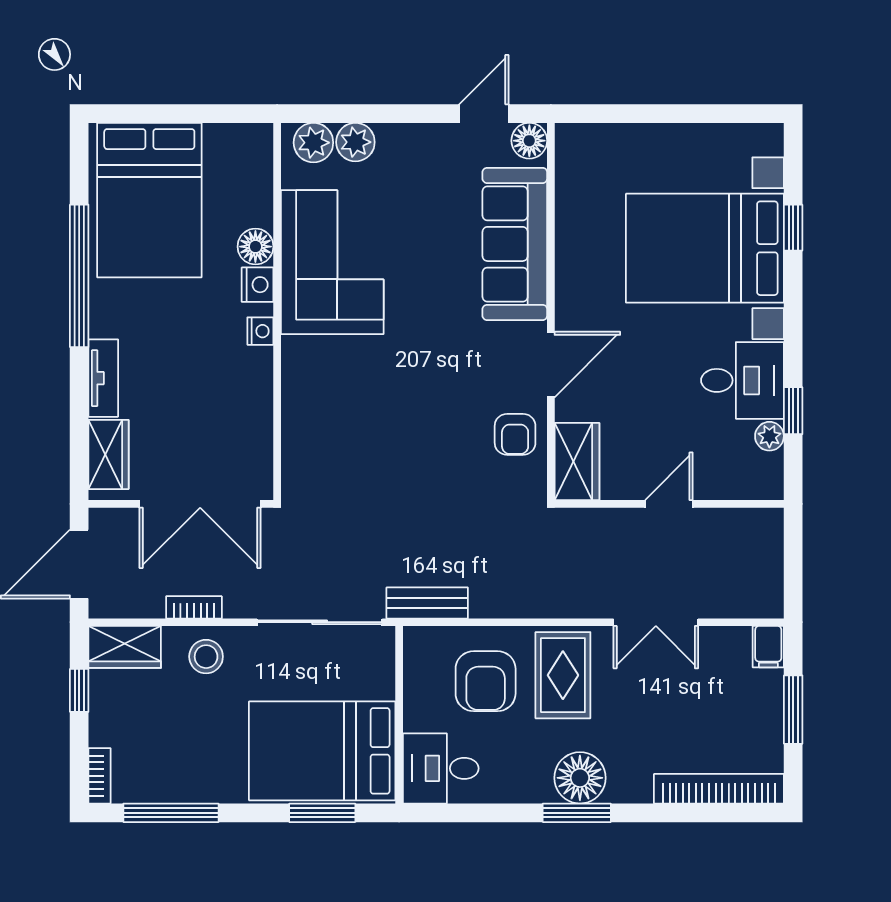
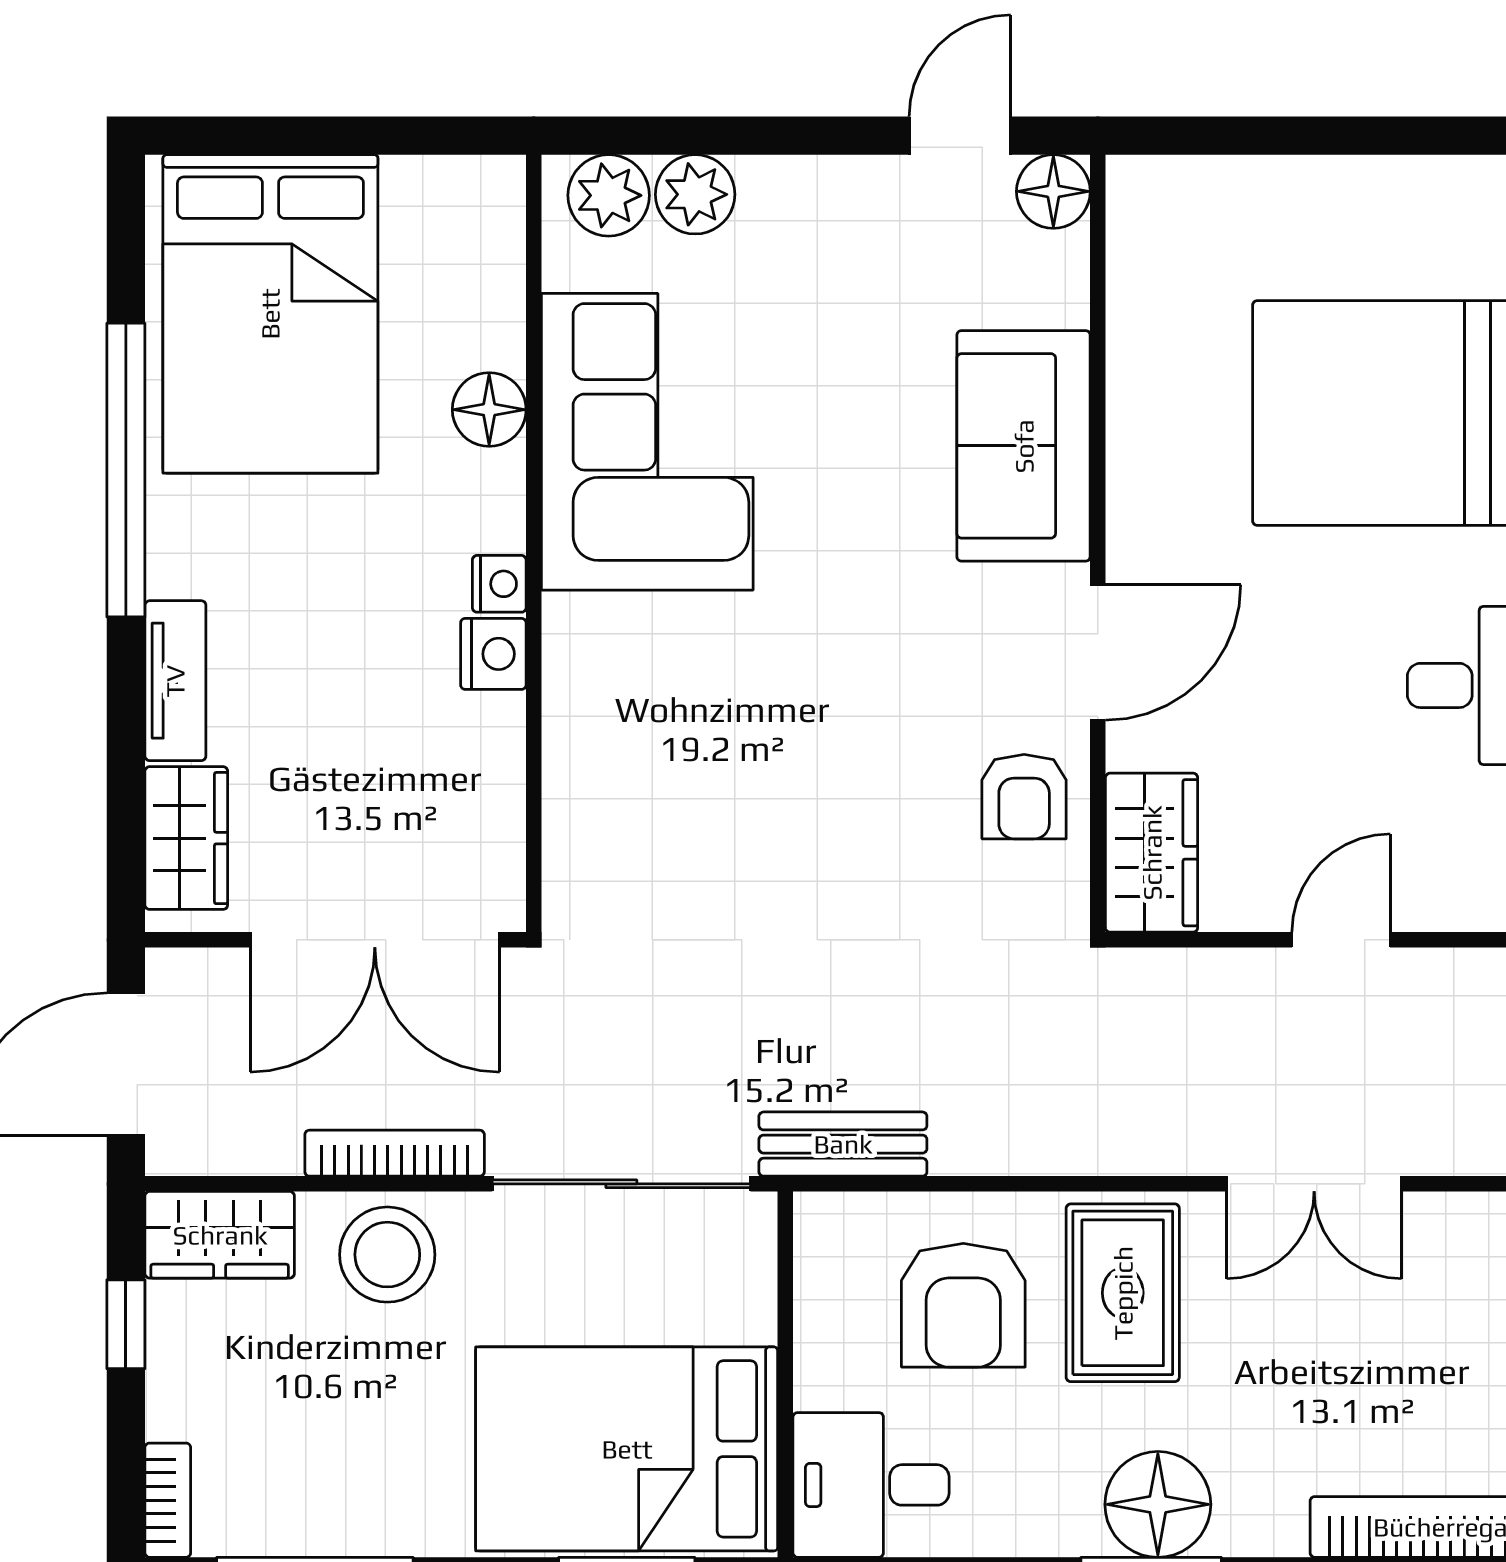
sofa: (515, 244) -> (1024, 446), width x0.73
nightstand: (258, 285) -> (493, 654), moved
bookcase: (194, 607) -> (395, 1153), width x1.56
stool: (206, 657) -> (387, 1255), width x1.38, depth x1.38

